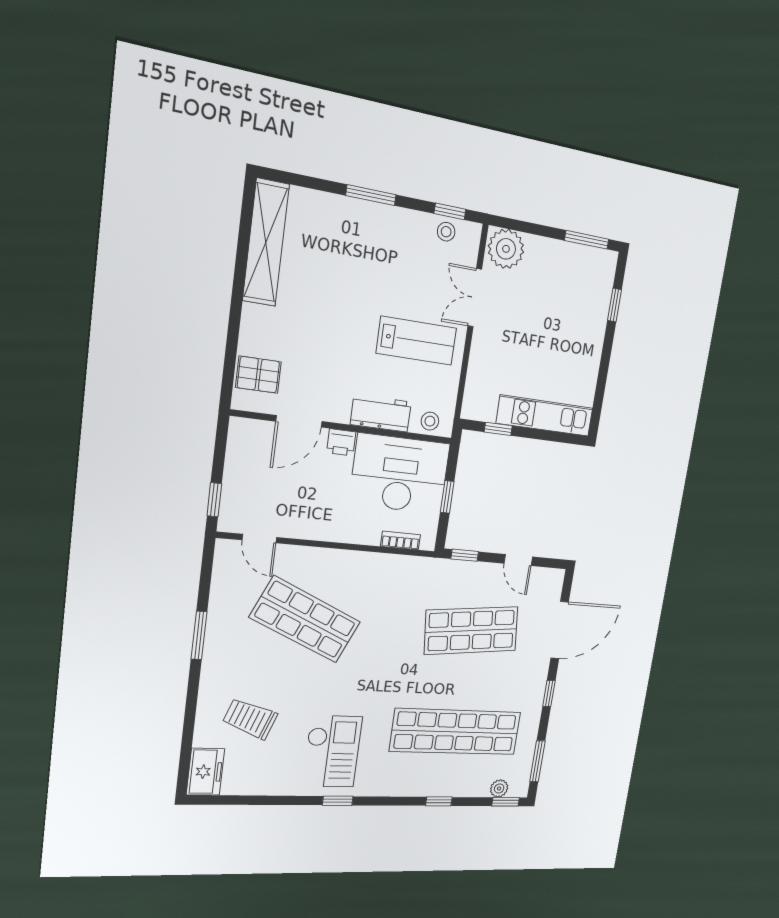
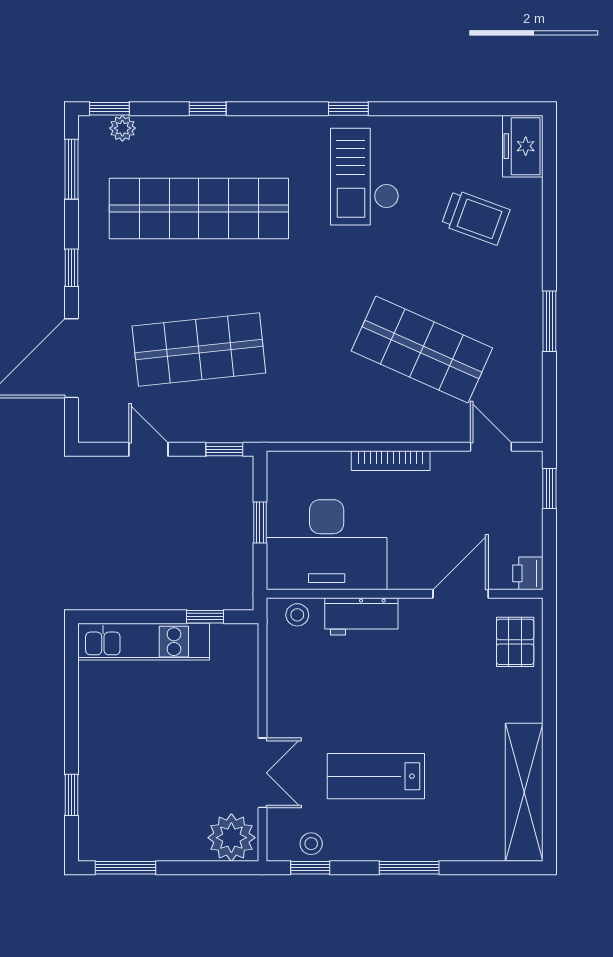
lab bench: (416, 341) -> (376, 776), moved
pallet: (258, 375) -> (515, 642), turned 90
printer: (341, 442) -> (528, 573), moved, turned -90
bookcase: (401, 541) -> (391, 461), moved, width x1.56

